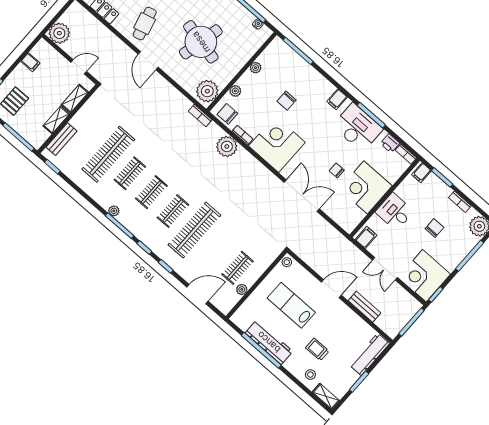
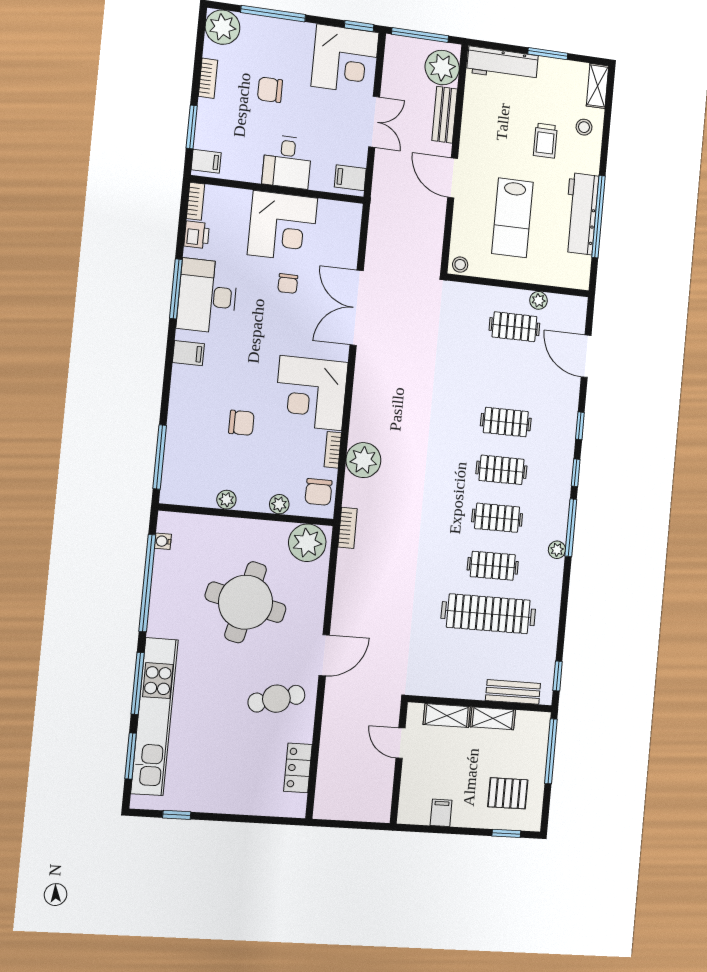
plant: (59, 33) -> (442, 68), moved
clothes rail: (194, 230) -> (506, 422), width x0.54, depth x0.76

